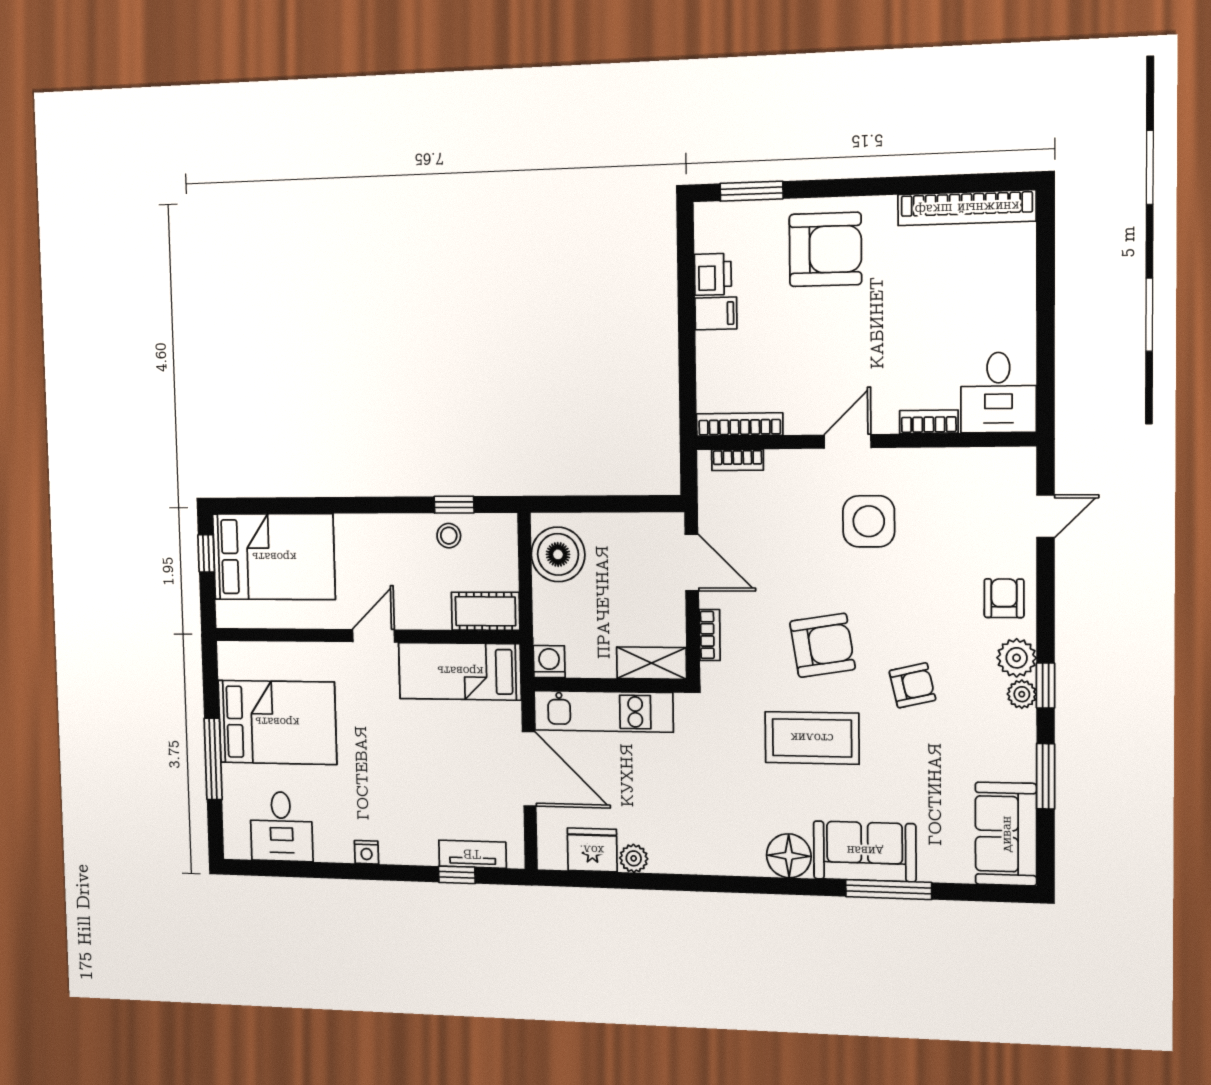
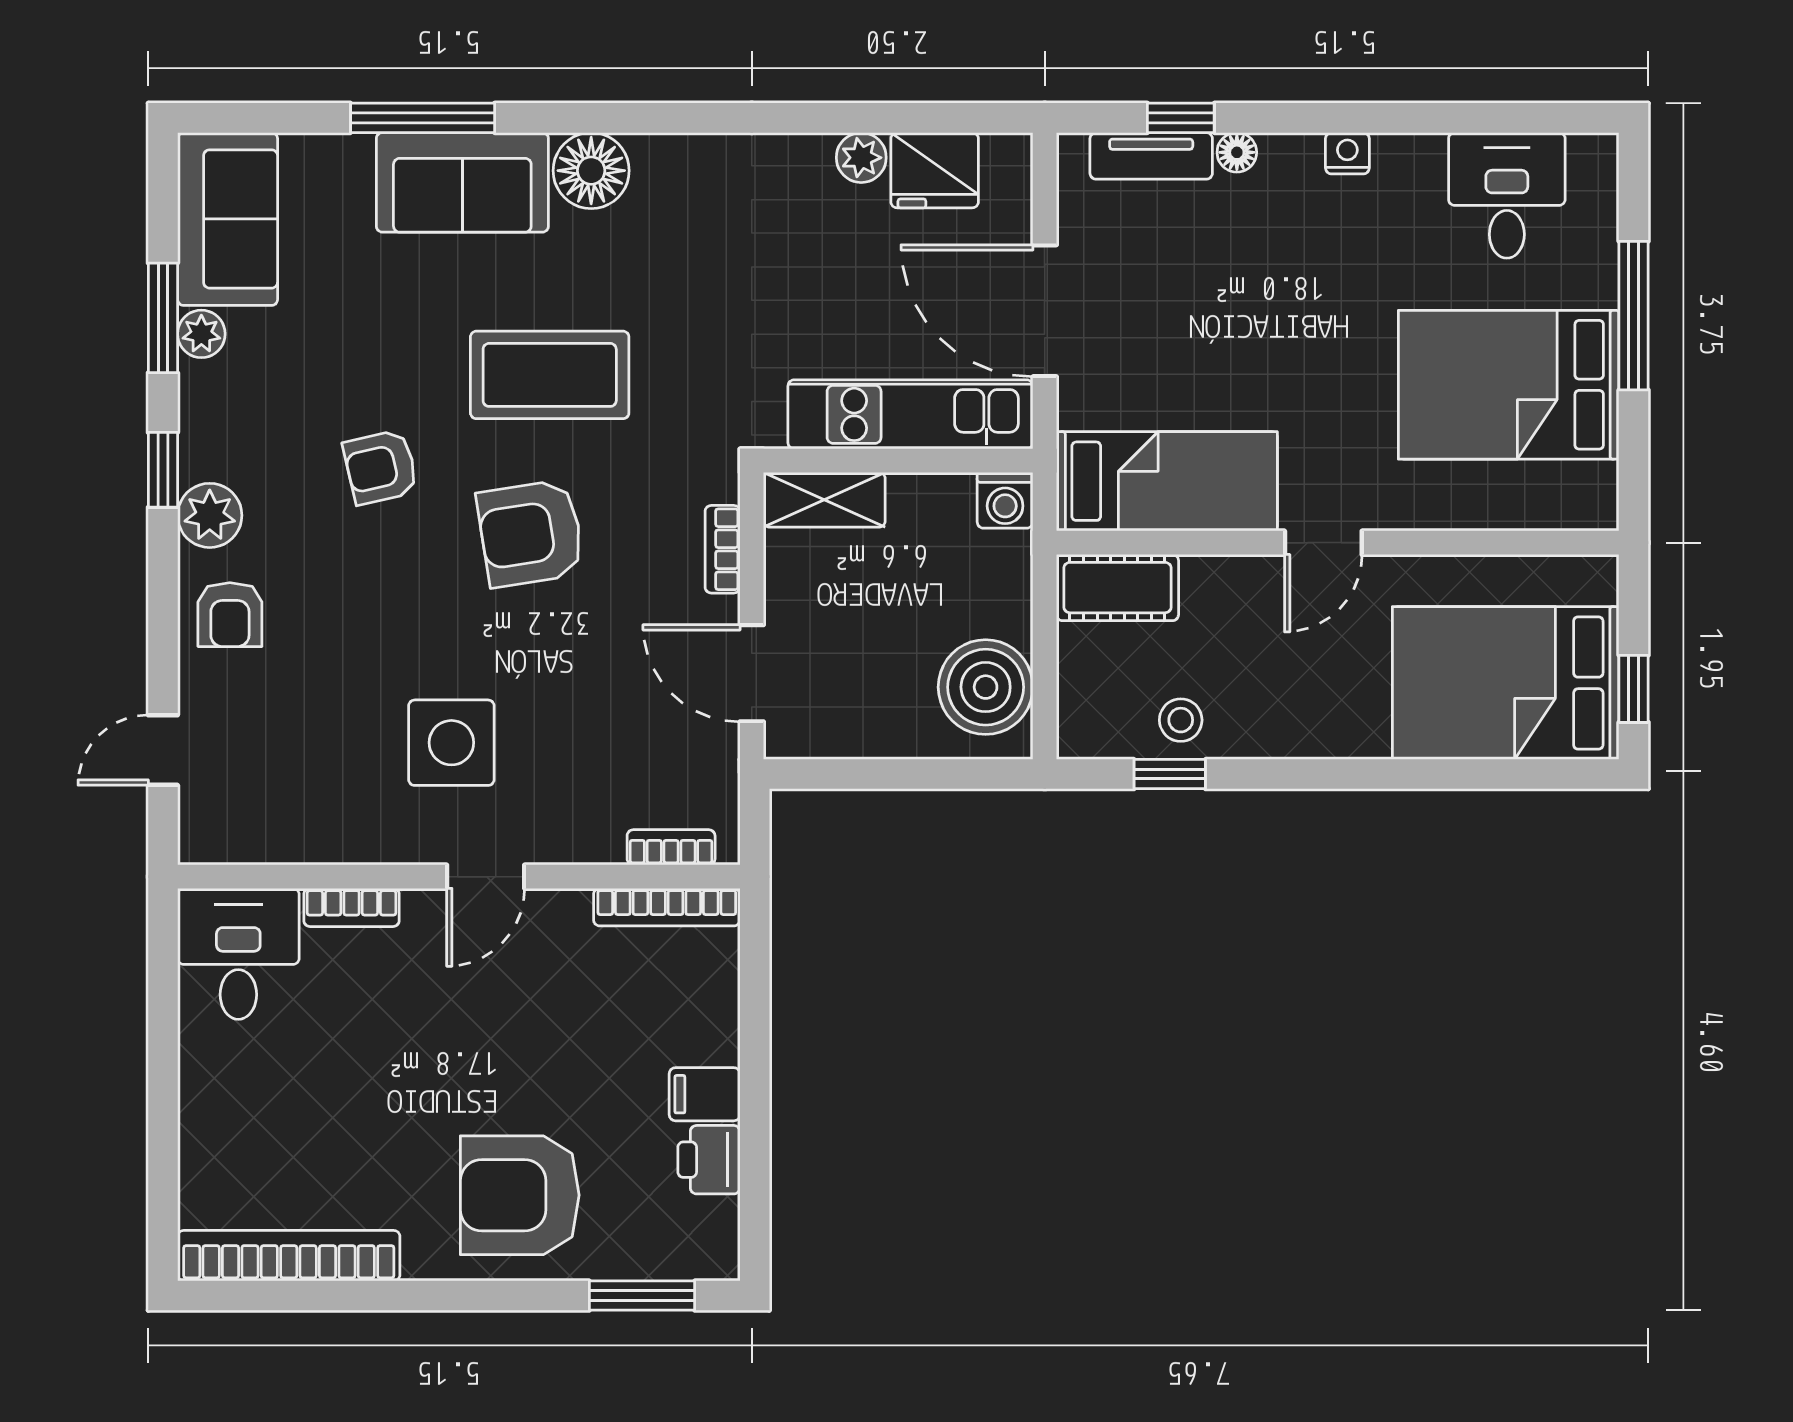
plant: (1022, 694) -> (201, 334), moved
floor lamp: (426, 855) -> (1237, 152), added

